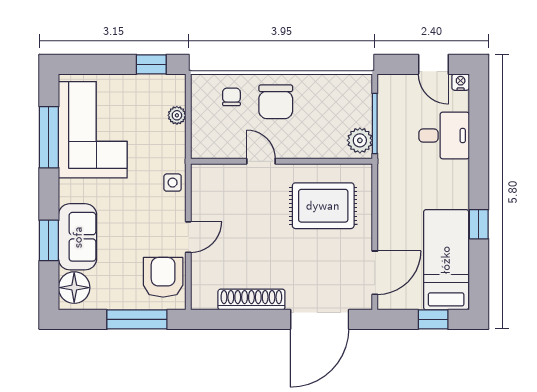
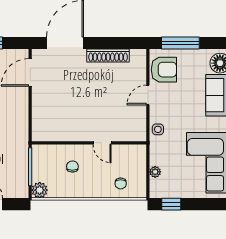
chair: (276, 102) -> (72, 166), moved, width x0.54, depth x0.54
plant: (360, 140) -> (40, 190), moved
rug: (323, 206) -> (63, 115), removed
armchair: (163, 277) -> (164, 70), turned -90

